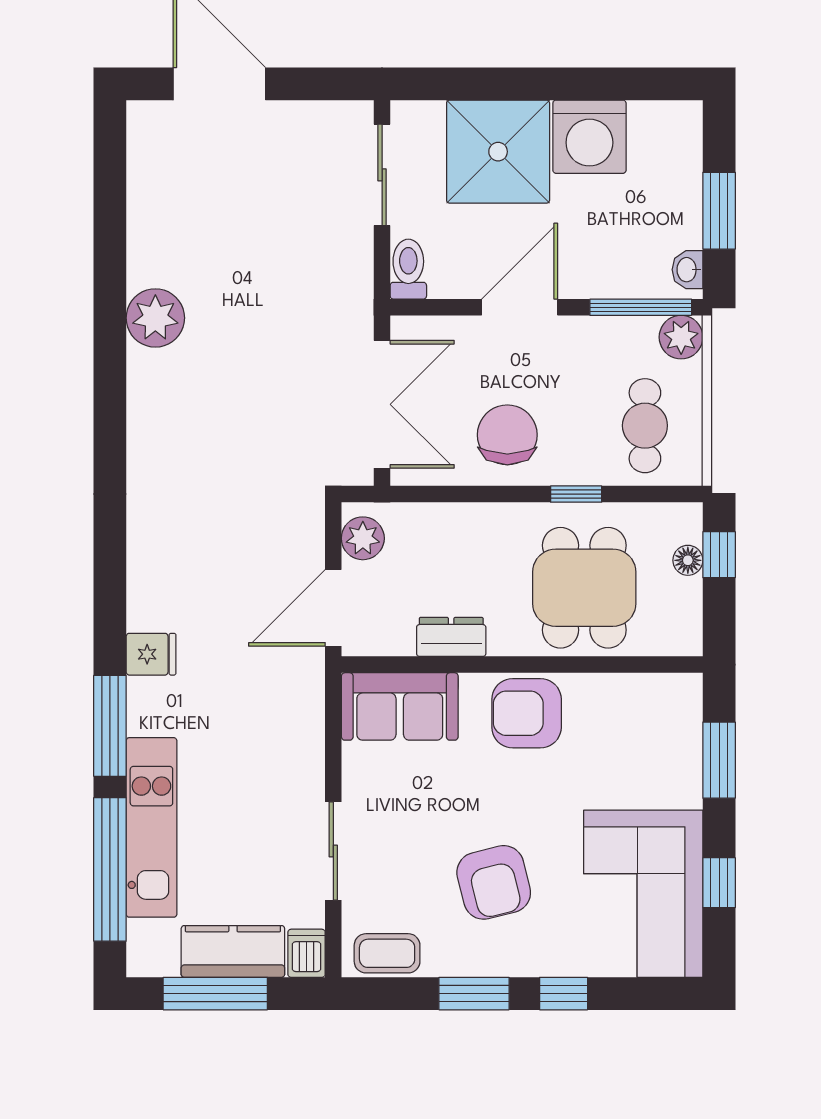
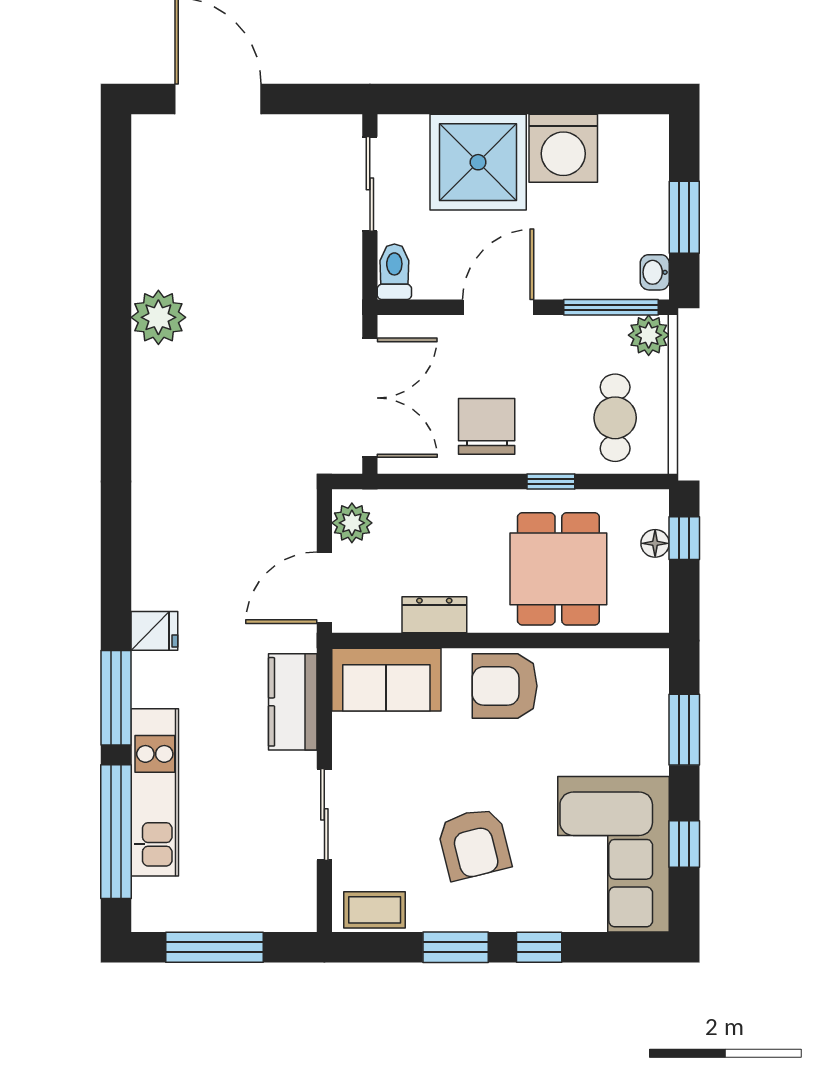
kitchen counter: (233, 951) -> (293, 702), moved, turned -90
dishwasher: (307, 953) -> (299, 910), removed

